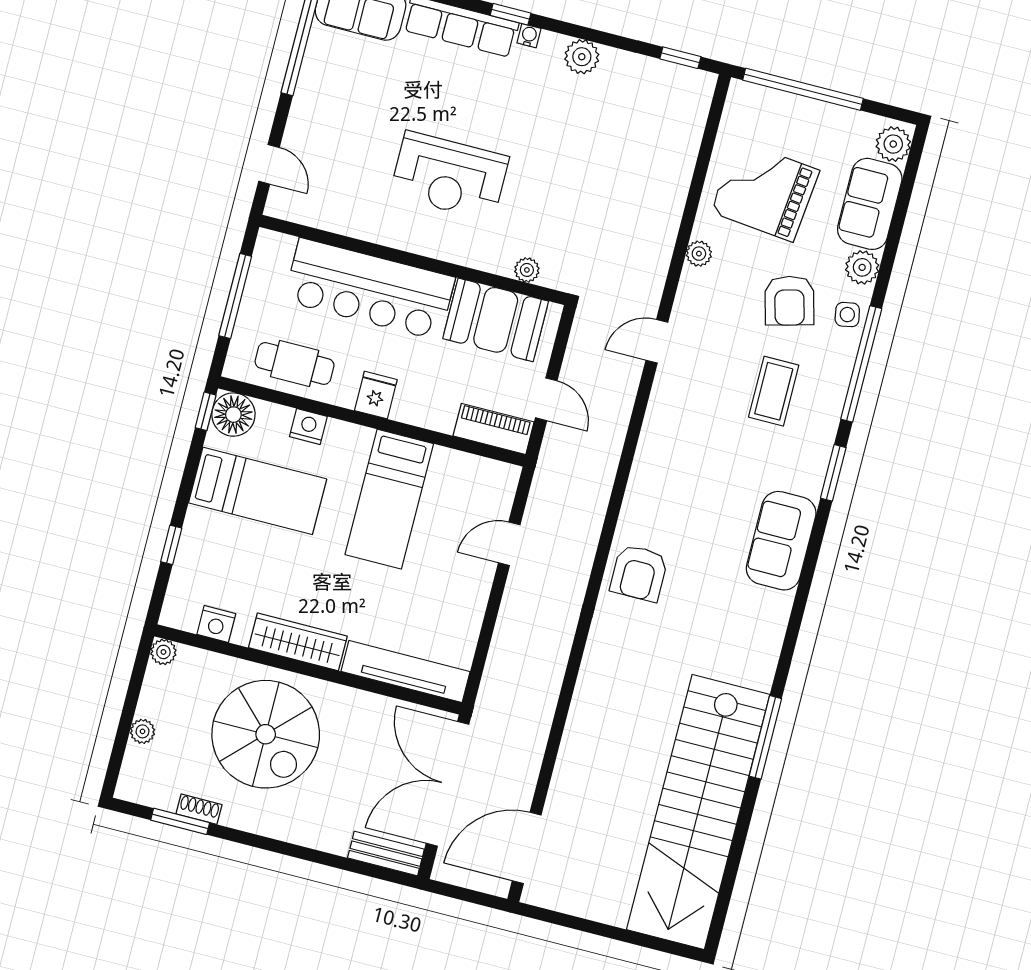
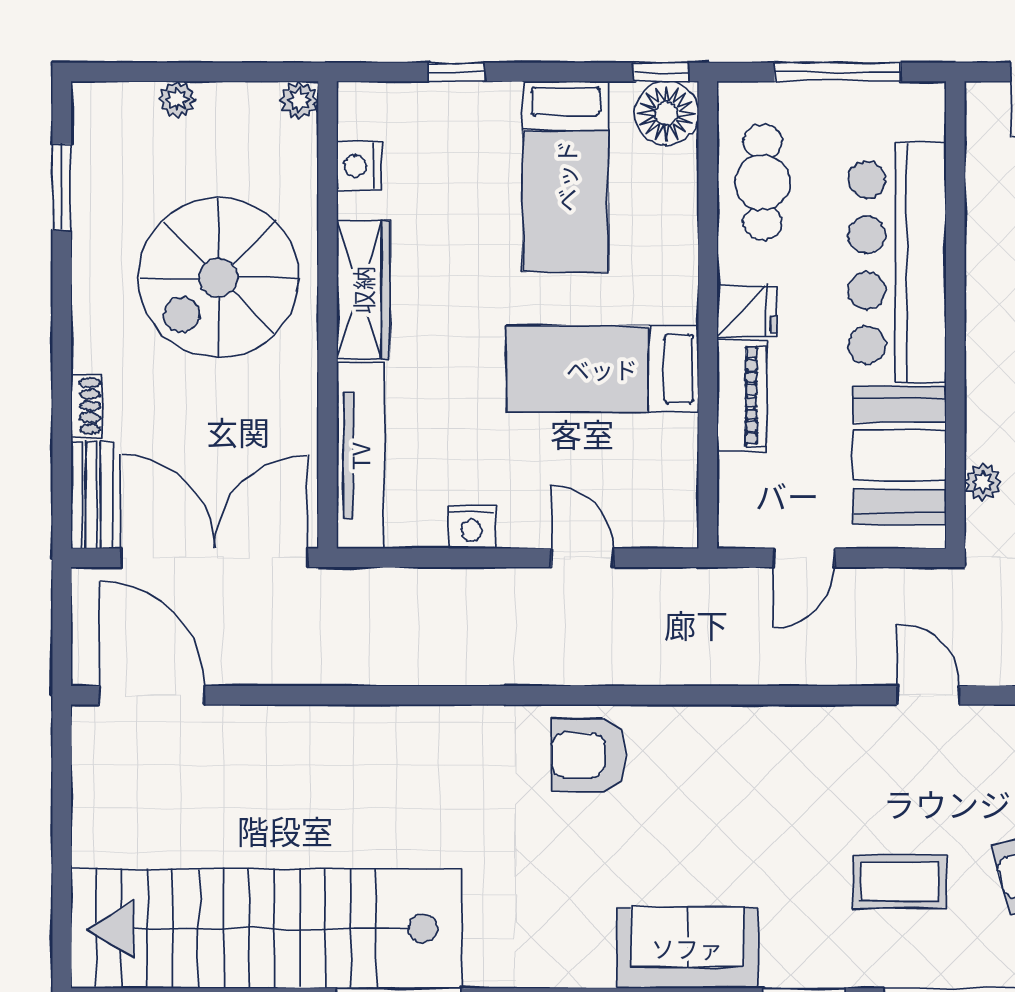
nightstand: (308, 427) -> (472, 527), moved, turned 90
piano: (494, 429) -> (742, 396), moved
shoe rack: (199, 809) -> (86, 406), moved

